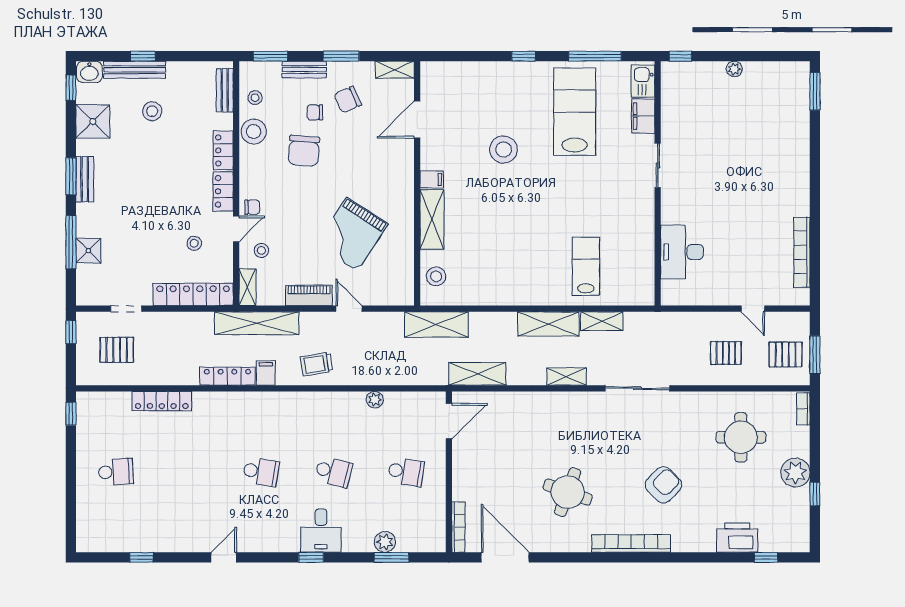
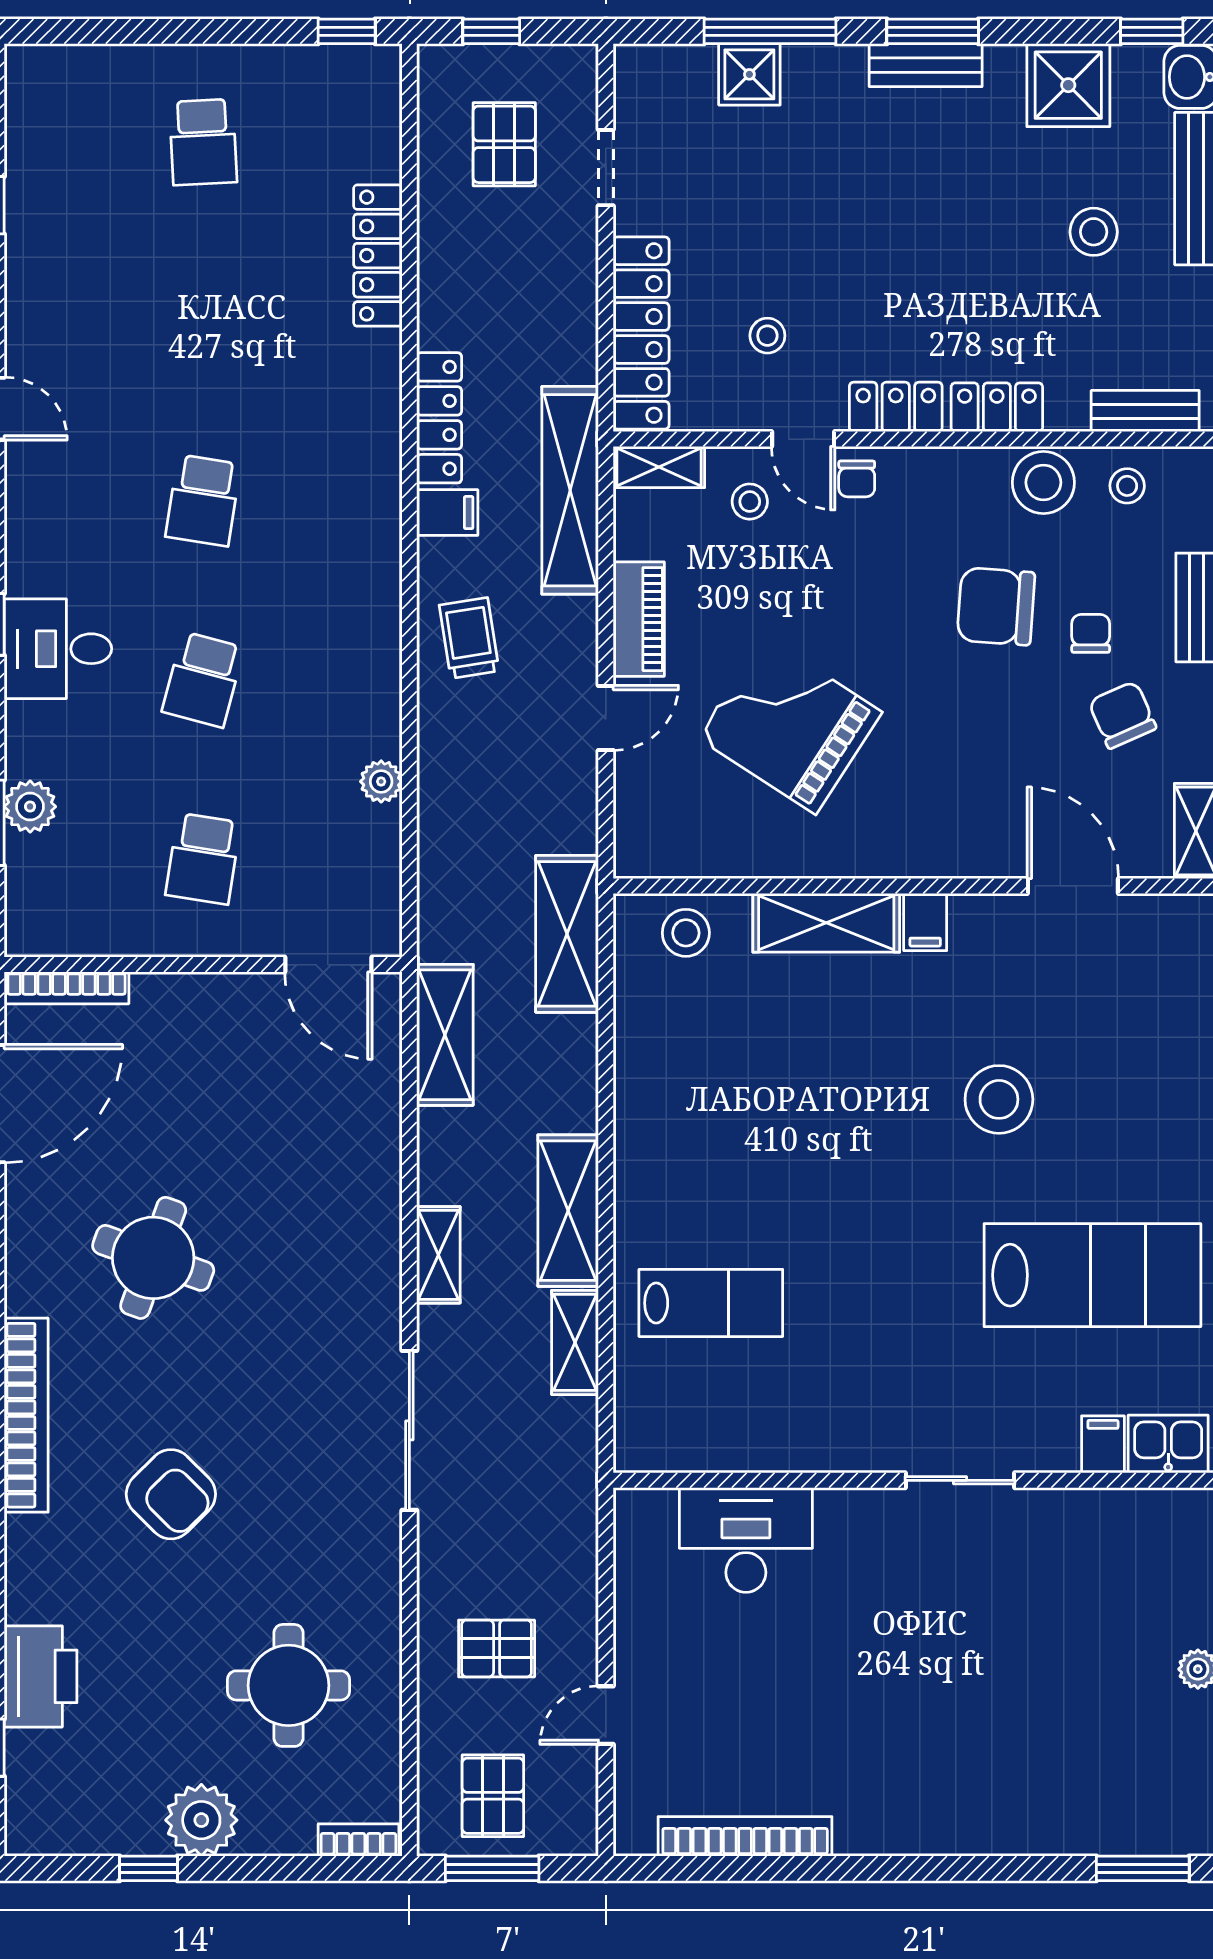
filing cabinet: (643, 116) -> (1103, 1444), width x0.50
window: (71, 332) -> (491, 31), moved
pallet: (726, 353) -> (497, 1648), turned 90

